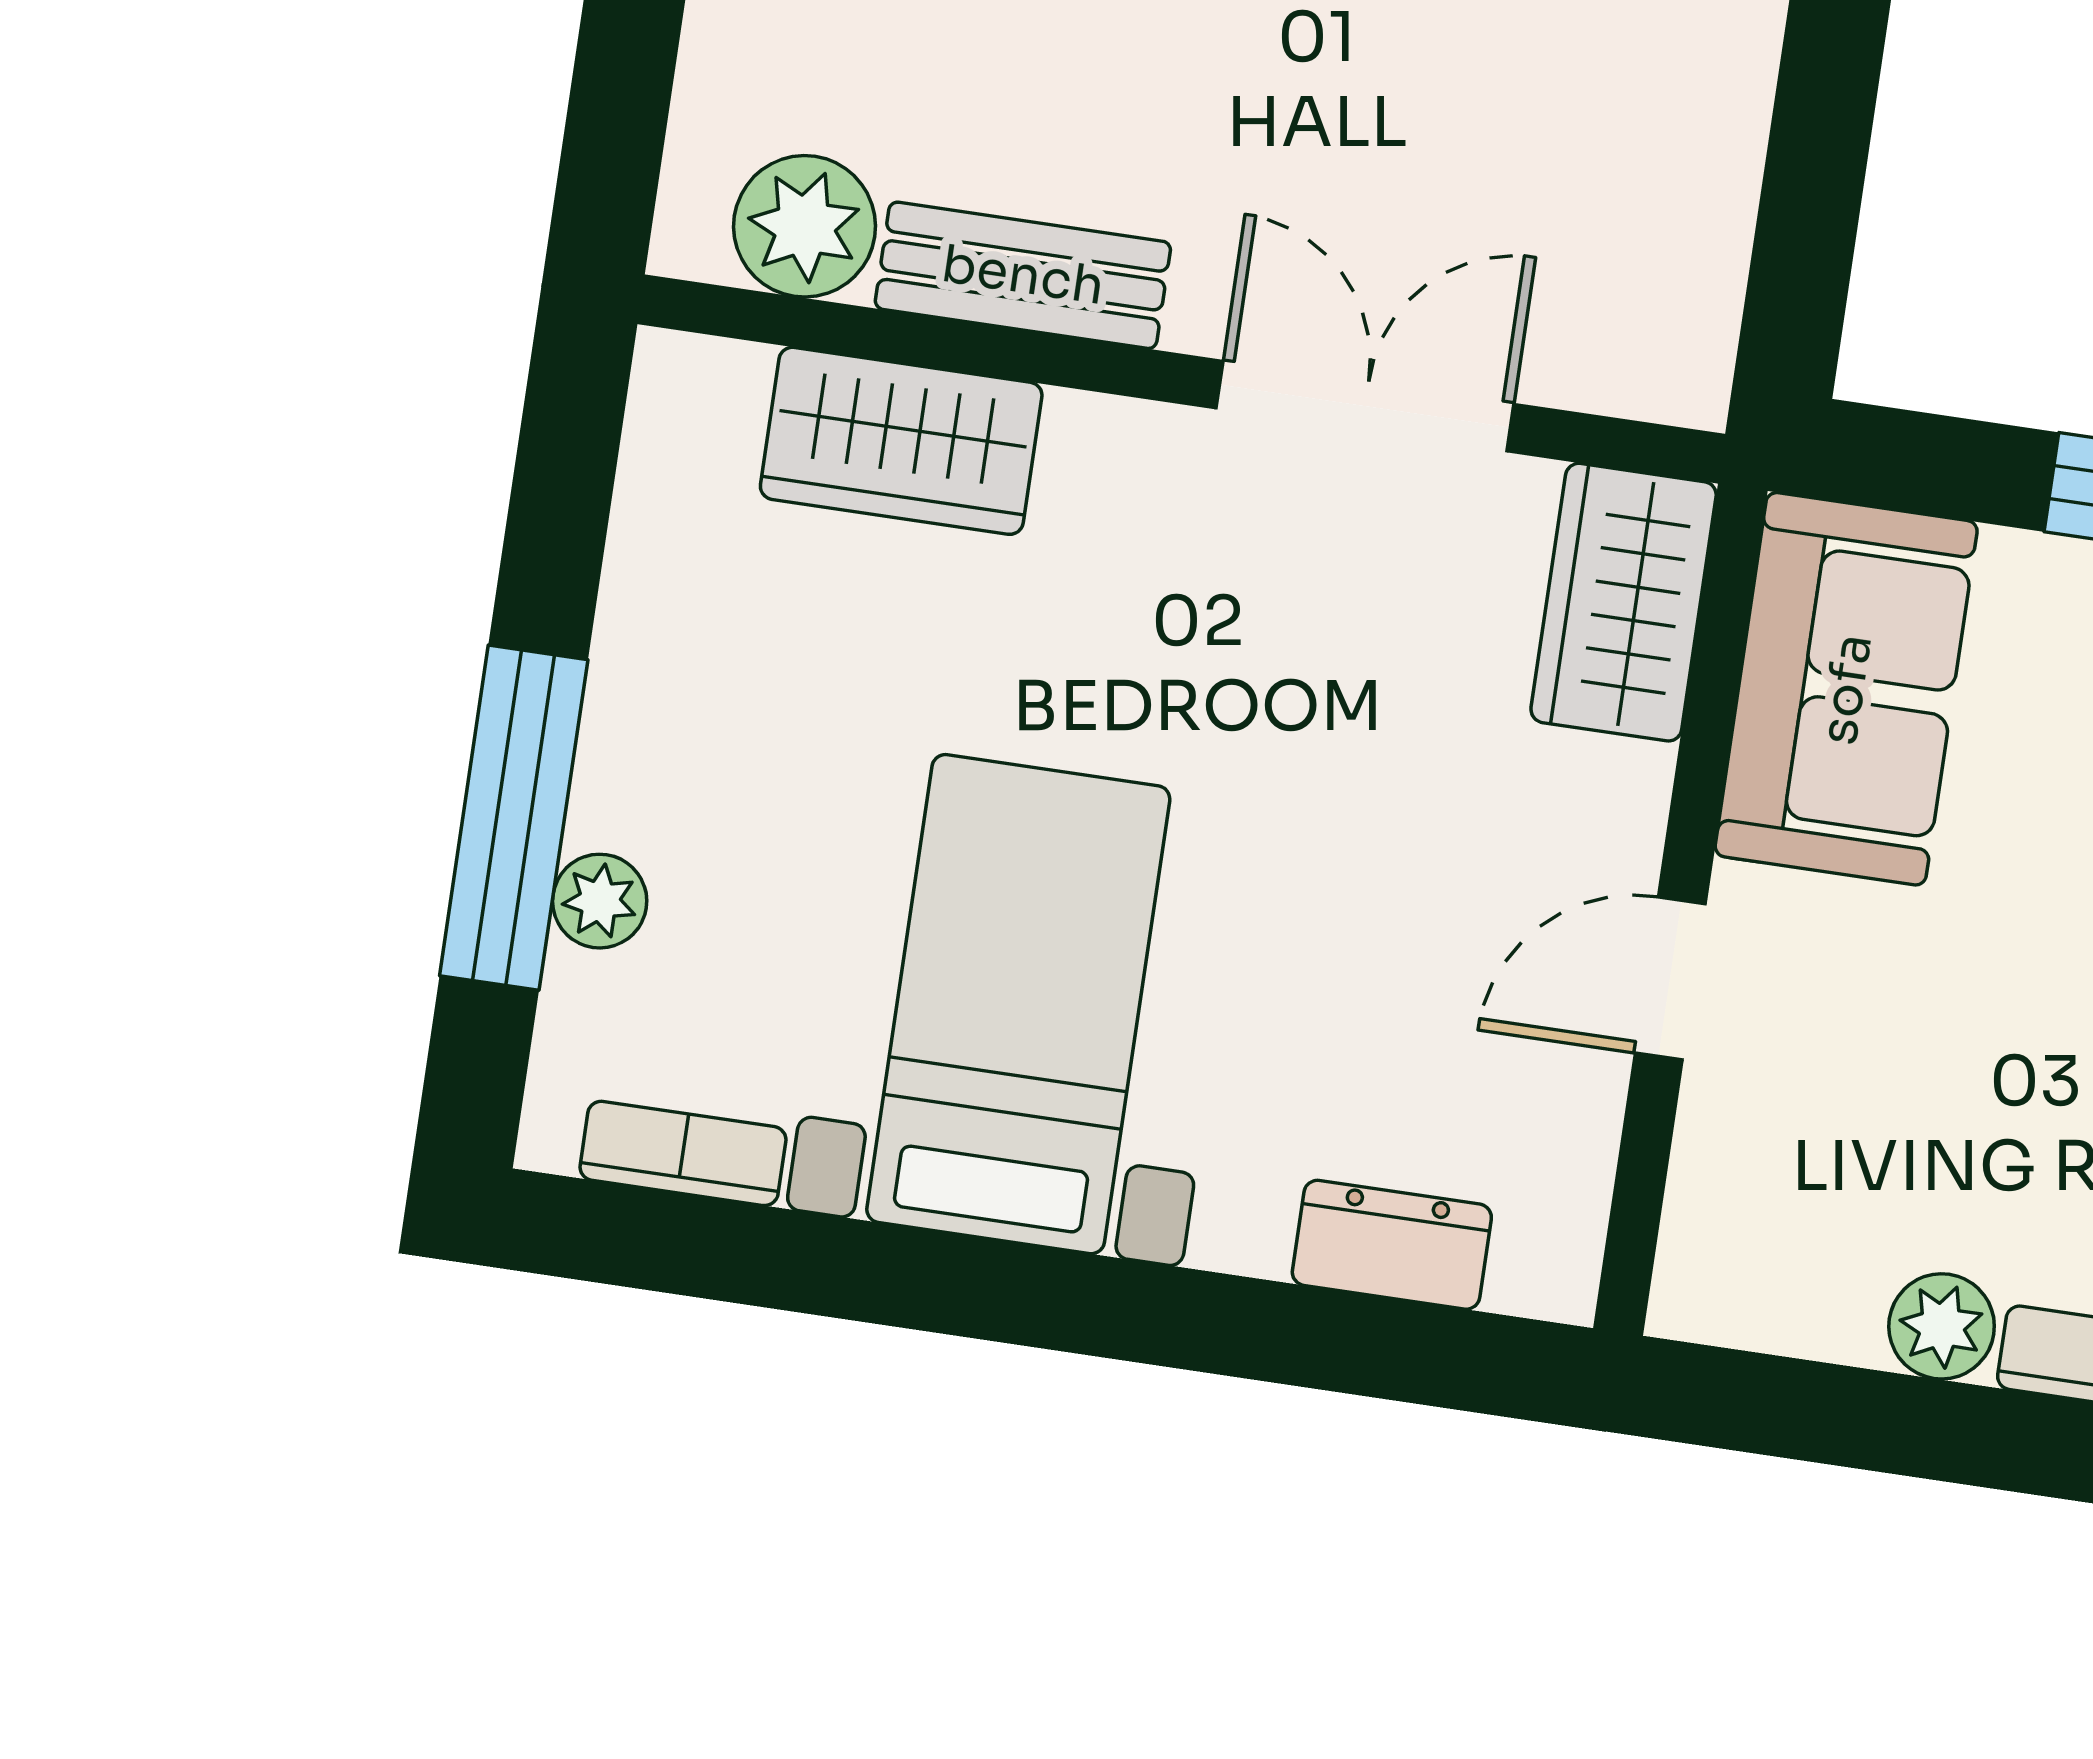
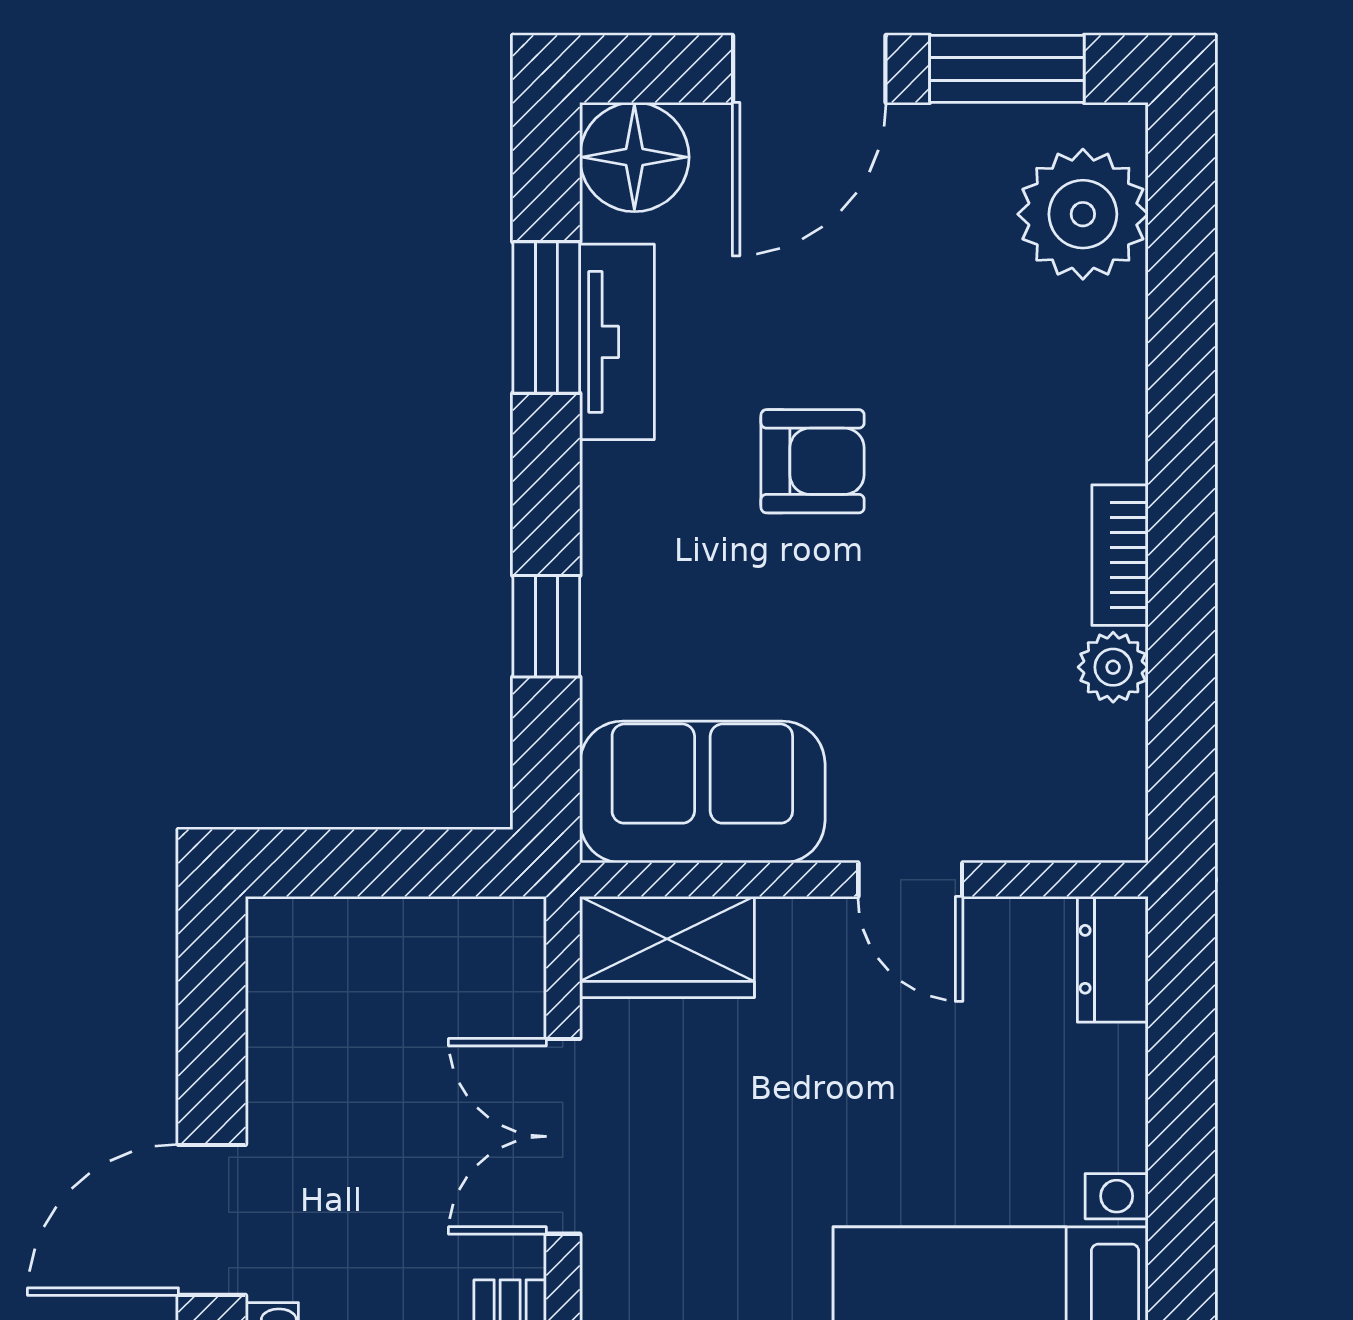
dresser: (1392, 1245) -> (1113, 959), moved

